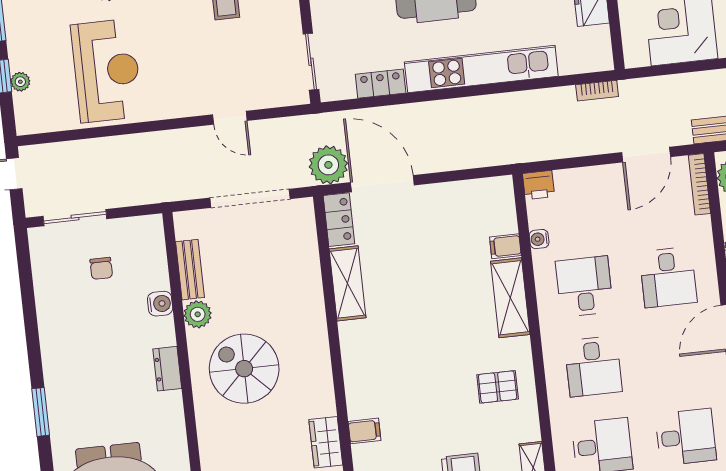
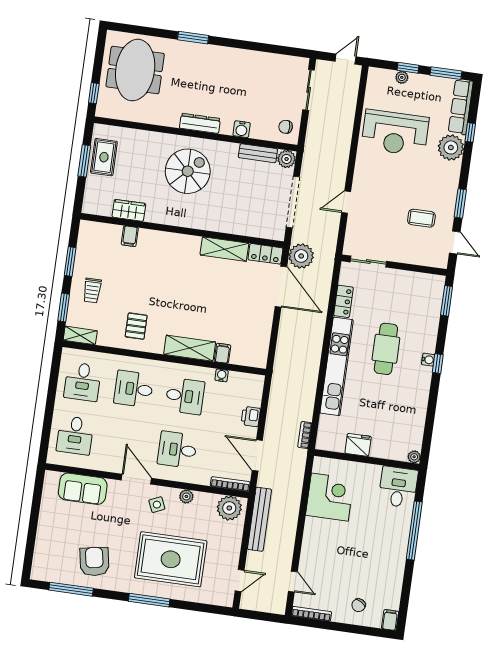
door: (382, 184) -> (281, 287), hinge flipped
printer: (539, 185) -> (251, 416), moved
chair: (101, 268) -> (286, 127), moved
plant: (198, 314) -> (287, 159), moved
dresser: (167, 369) -> (200, 123), width x1.44

